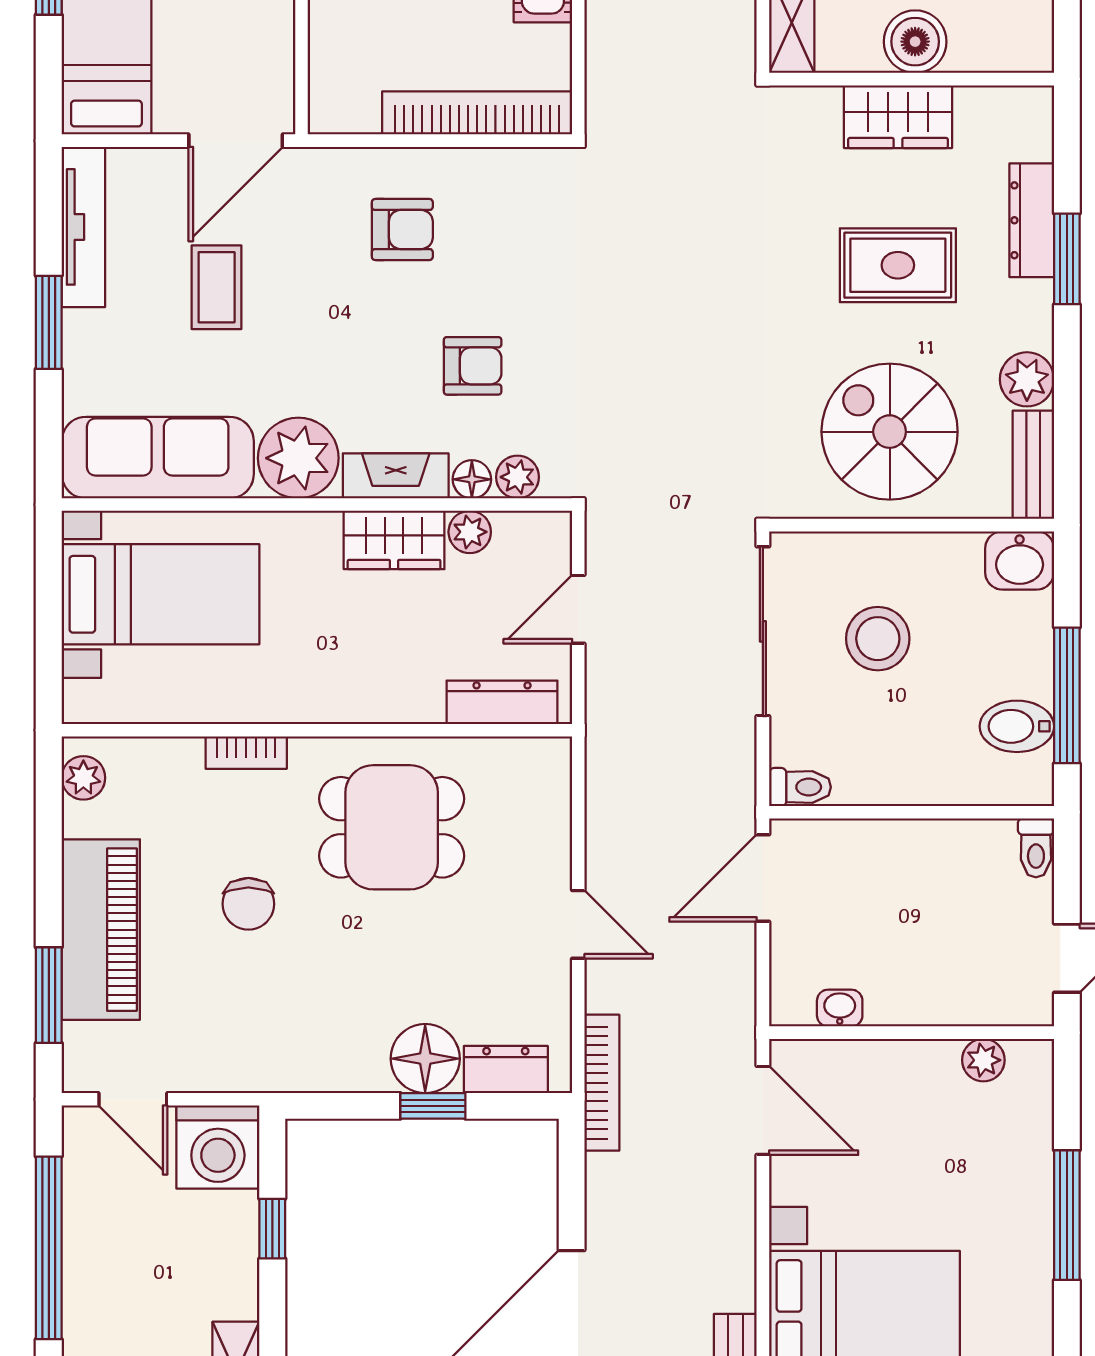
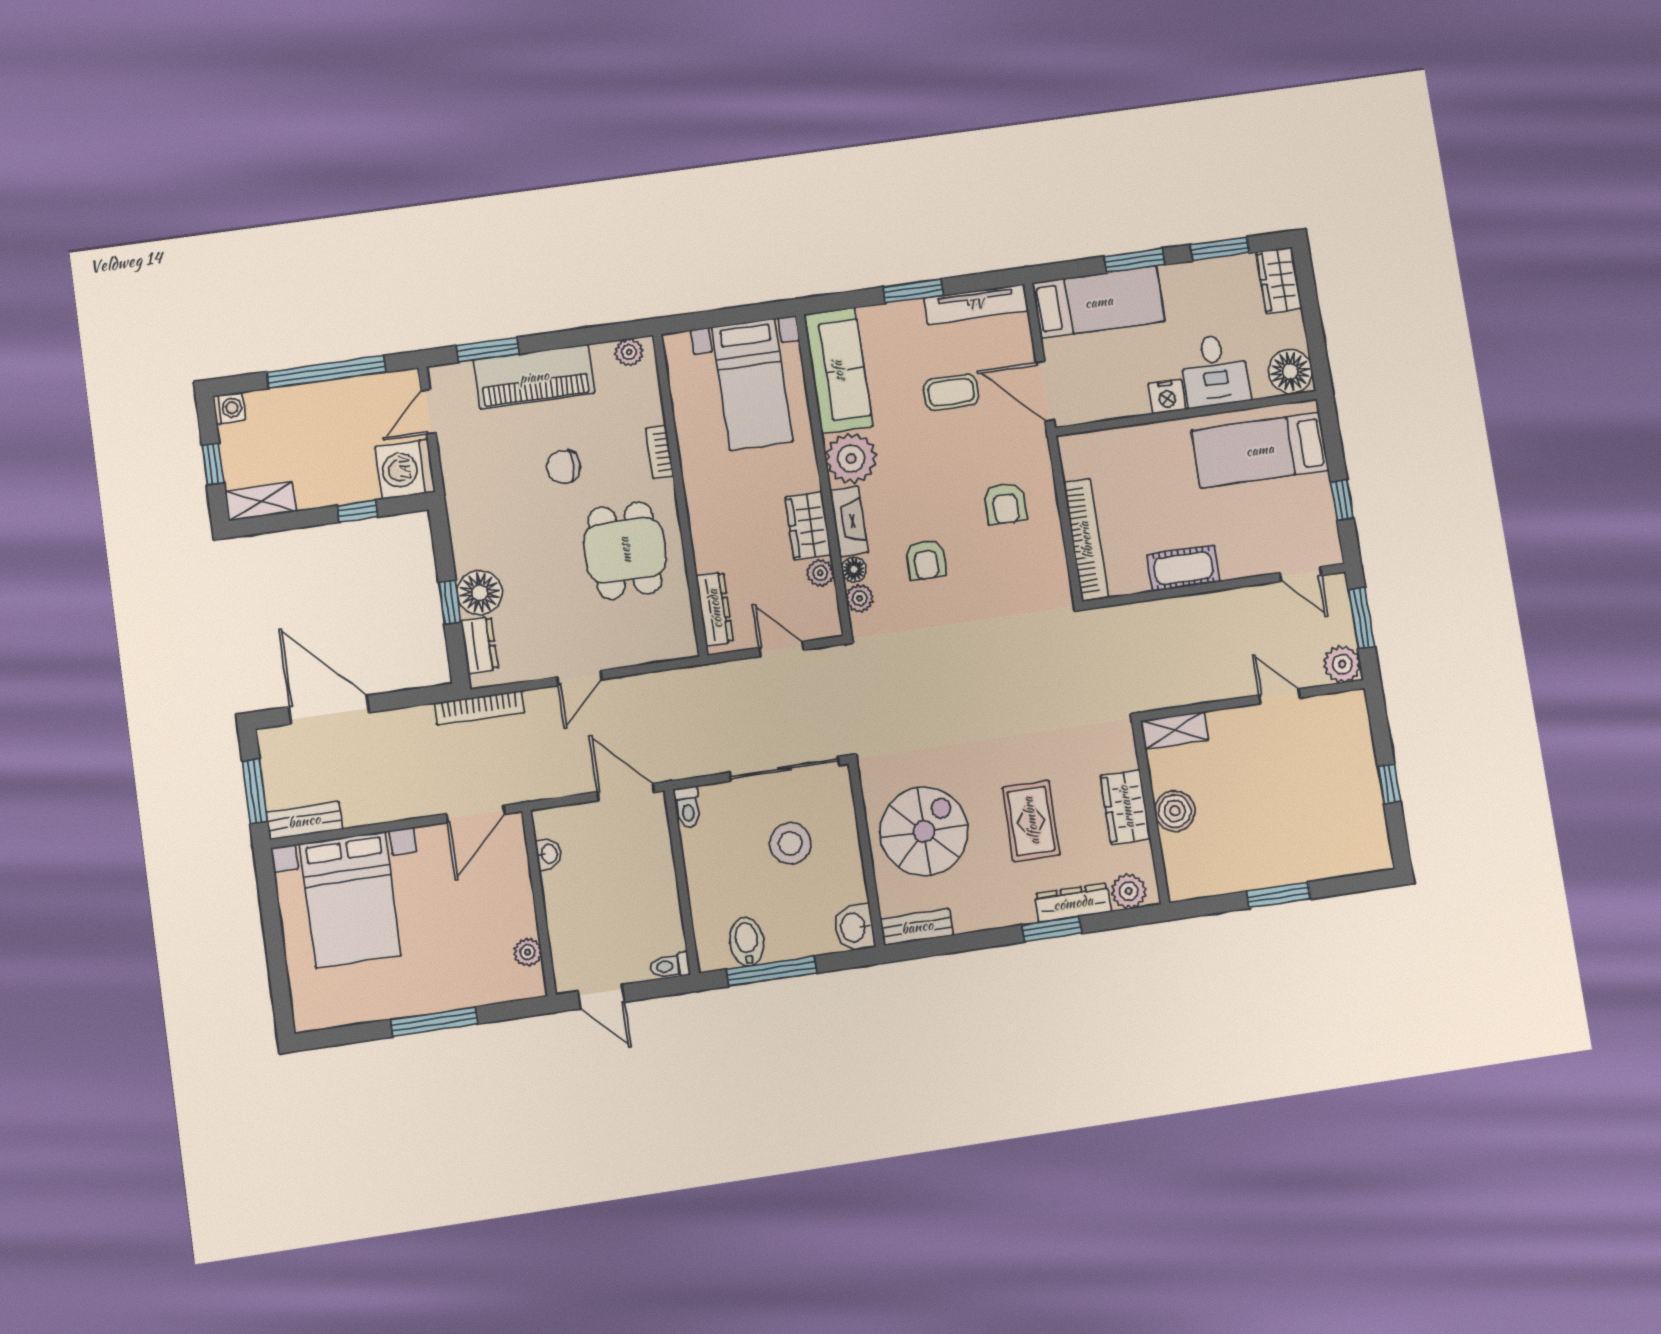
plant: (1027, 379) -> (1129, 891), moved

